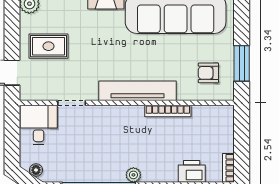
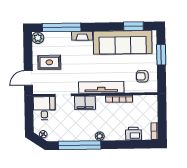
window: (242, 63) -> (161, 55), moved
filing cabinet: (109, 117) -> (85, 103), added

